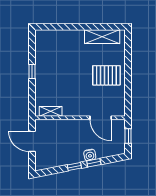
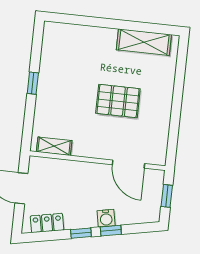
pallet: (106, 75) -> (118, 101), moved
locker: (51, 162) -> (47, 223), added

